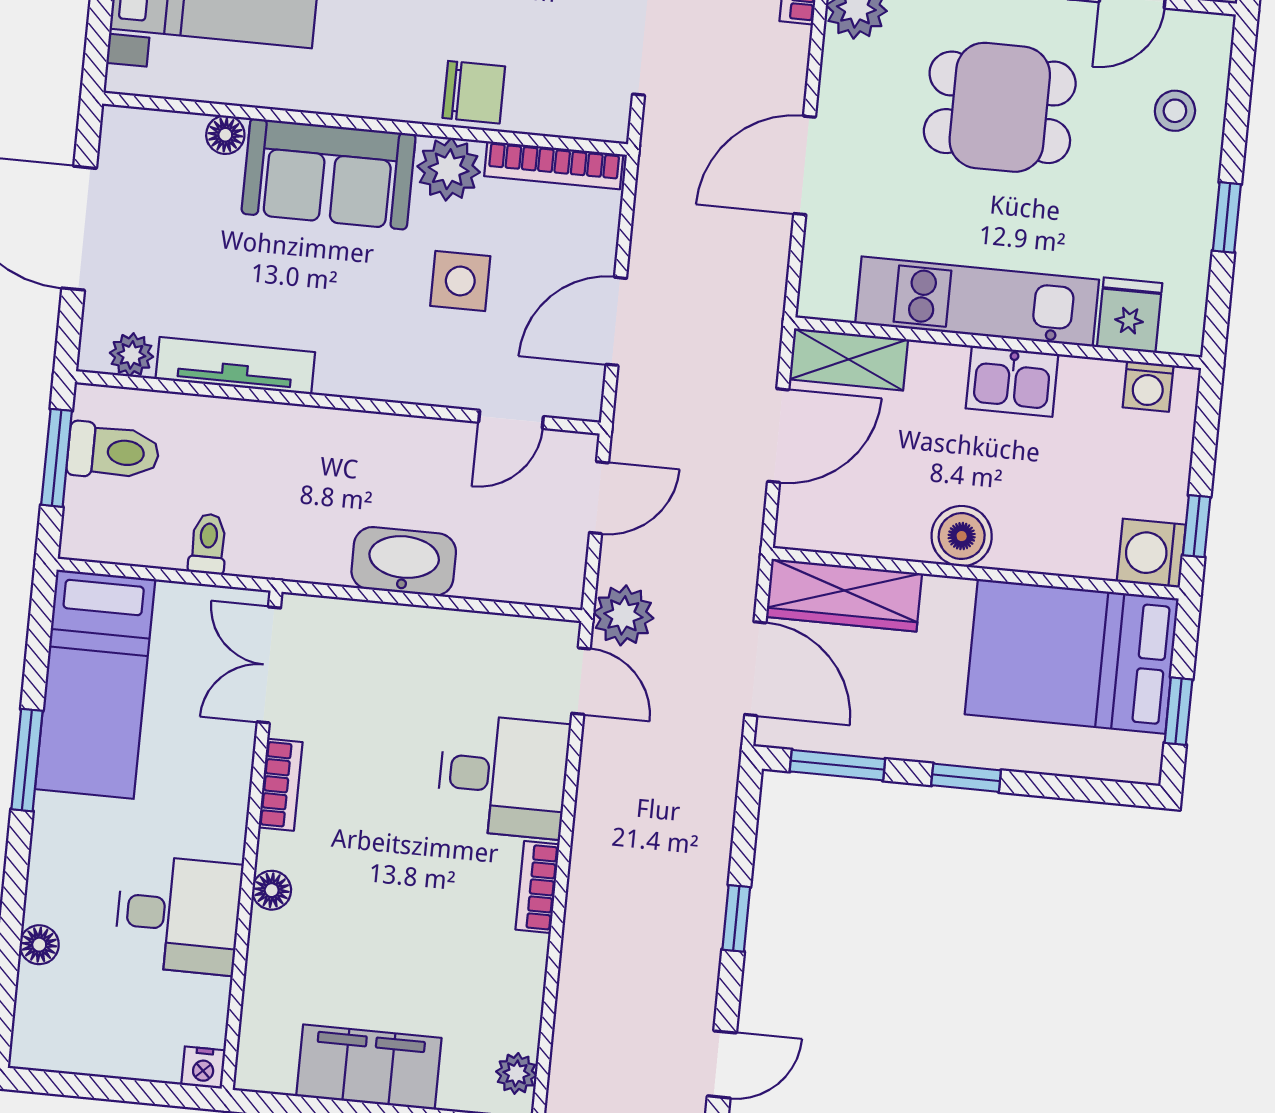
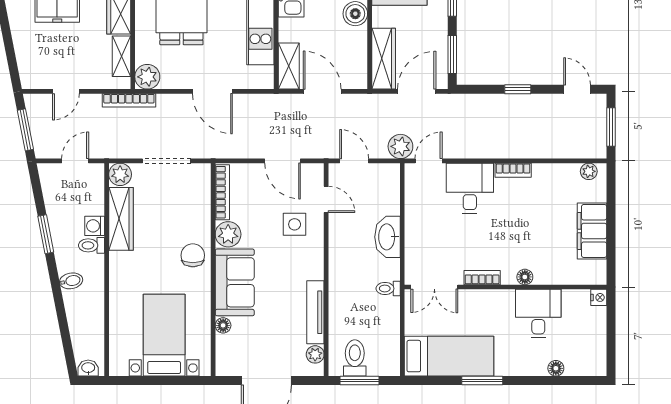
chair: (474, 92) -> (193, 255), moved
side table: (460, 281) -> (295, 224), moved
toilet: (208, 544) -> (388, 288), moved

